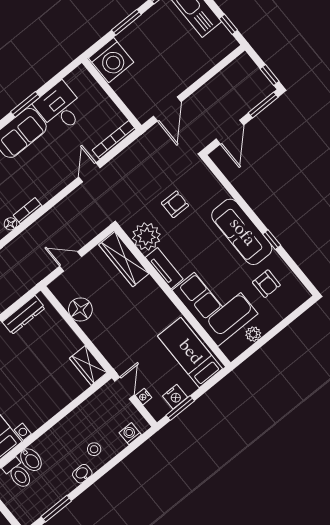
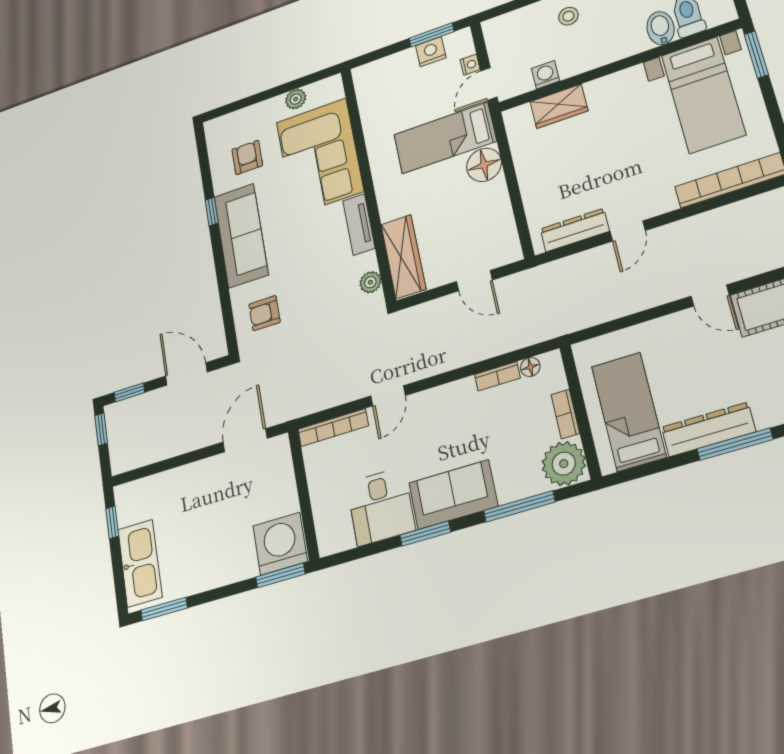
window: (126, 22) -> (280, 575), moved
window: (263, 105) -> (129, 392), width x0.67
door: (230, 132) -> (186, 374), hinge flipped
armchair: (175, 204) -> (265, 313), moved
plant: (146, 236) -> (370, 282), width x0.53, depth x0.53
floor lamp: (80, 309) -> (484, 165), moved
bed: (190, 352) -> (445, 138), moved, turned 90
wardrobe: (88, 365) -> (559, 106), moved, turned 90
washing machine: (130, 434) -> (545, 75), moved, turned 180

